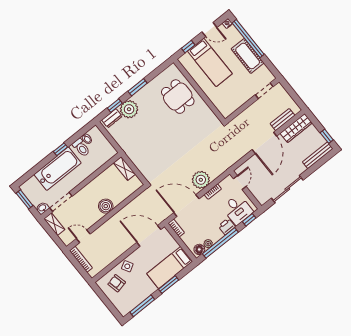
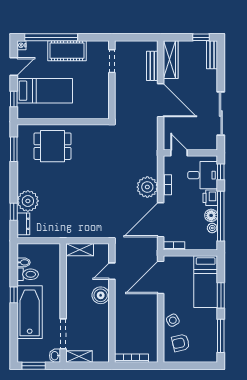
window: (138, 87) -> (14, 149), moved
bench: (318, 155) -> (212, 55), width x0.73
door: (83, 236) -> (112, 271), moved
floor lamp: (199, 249) -> (211, 215), moved

